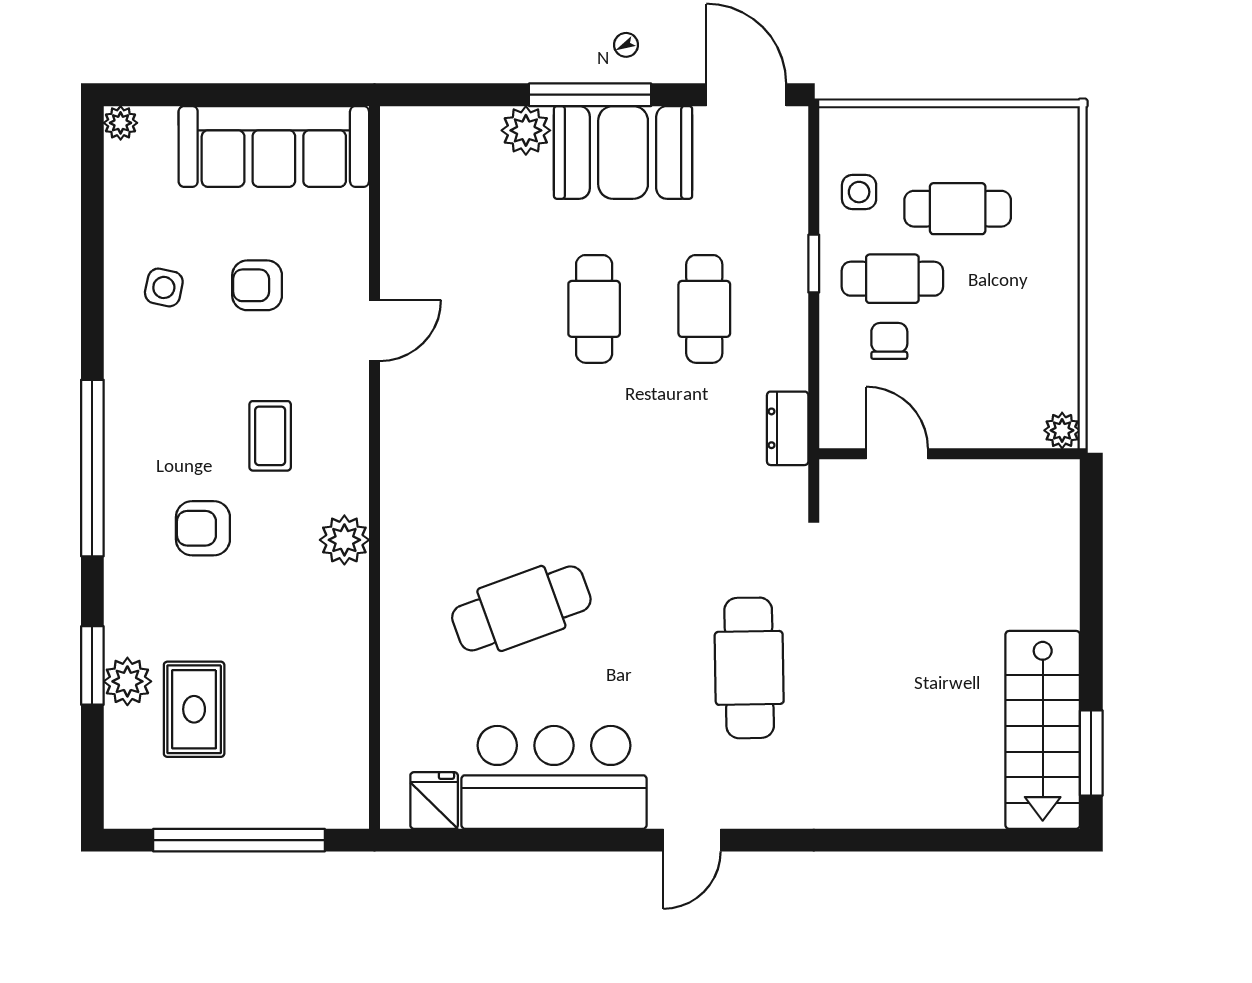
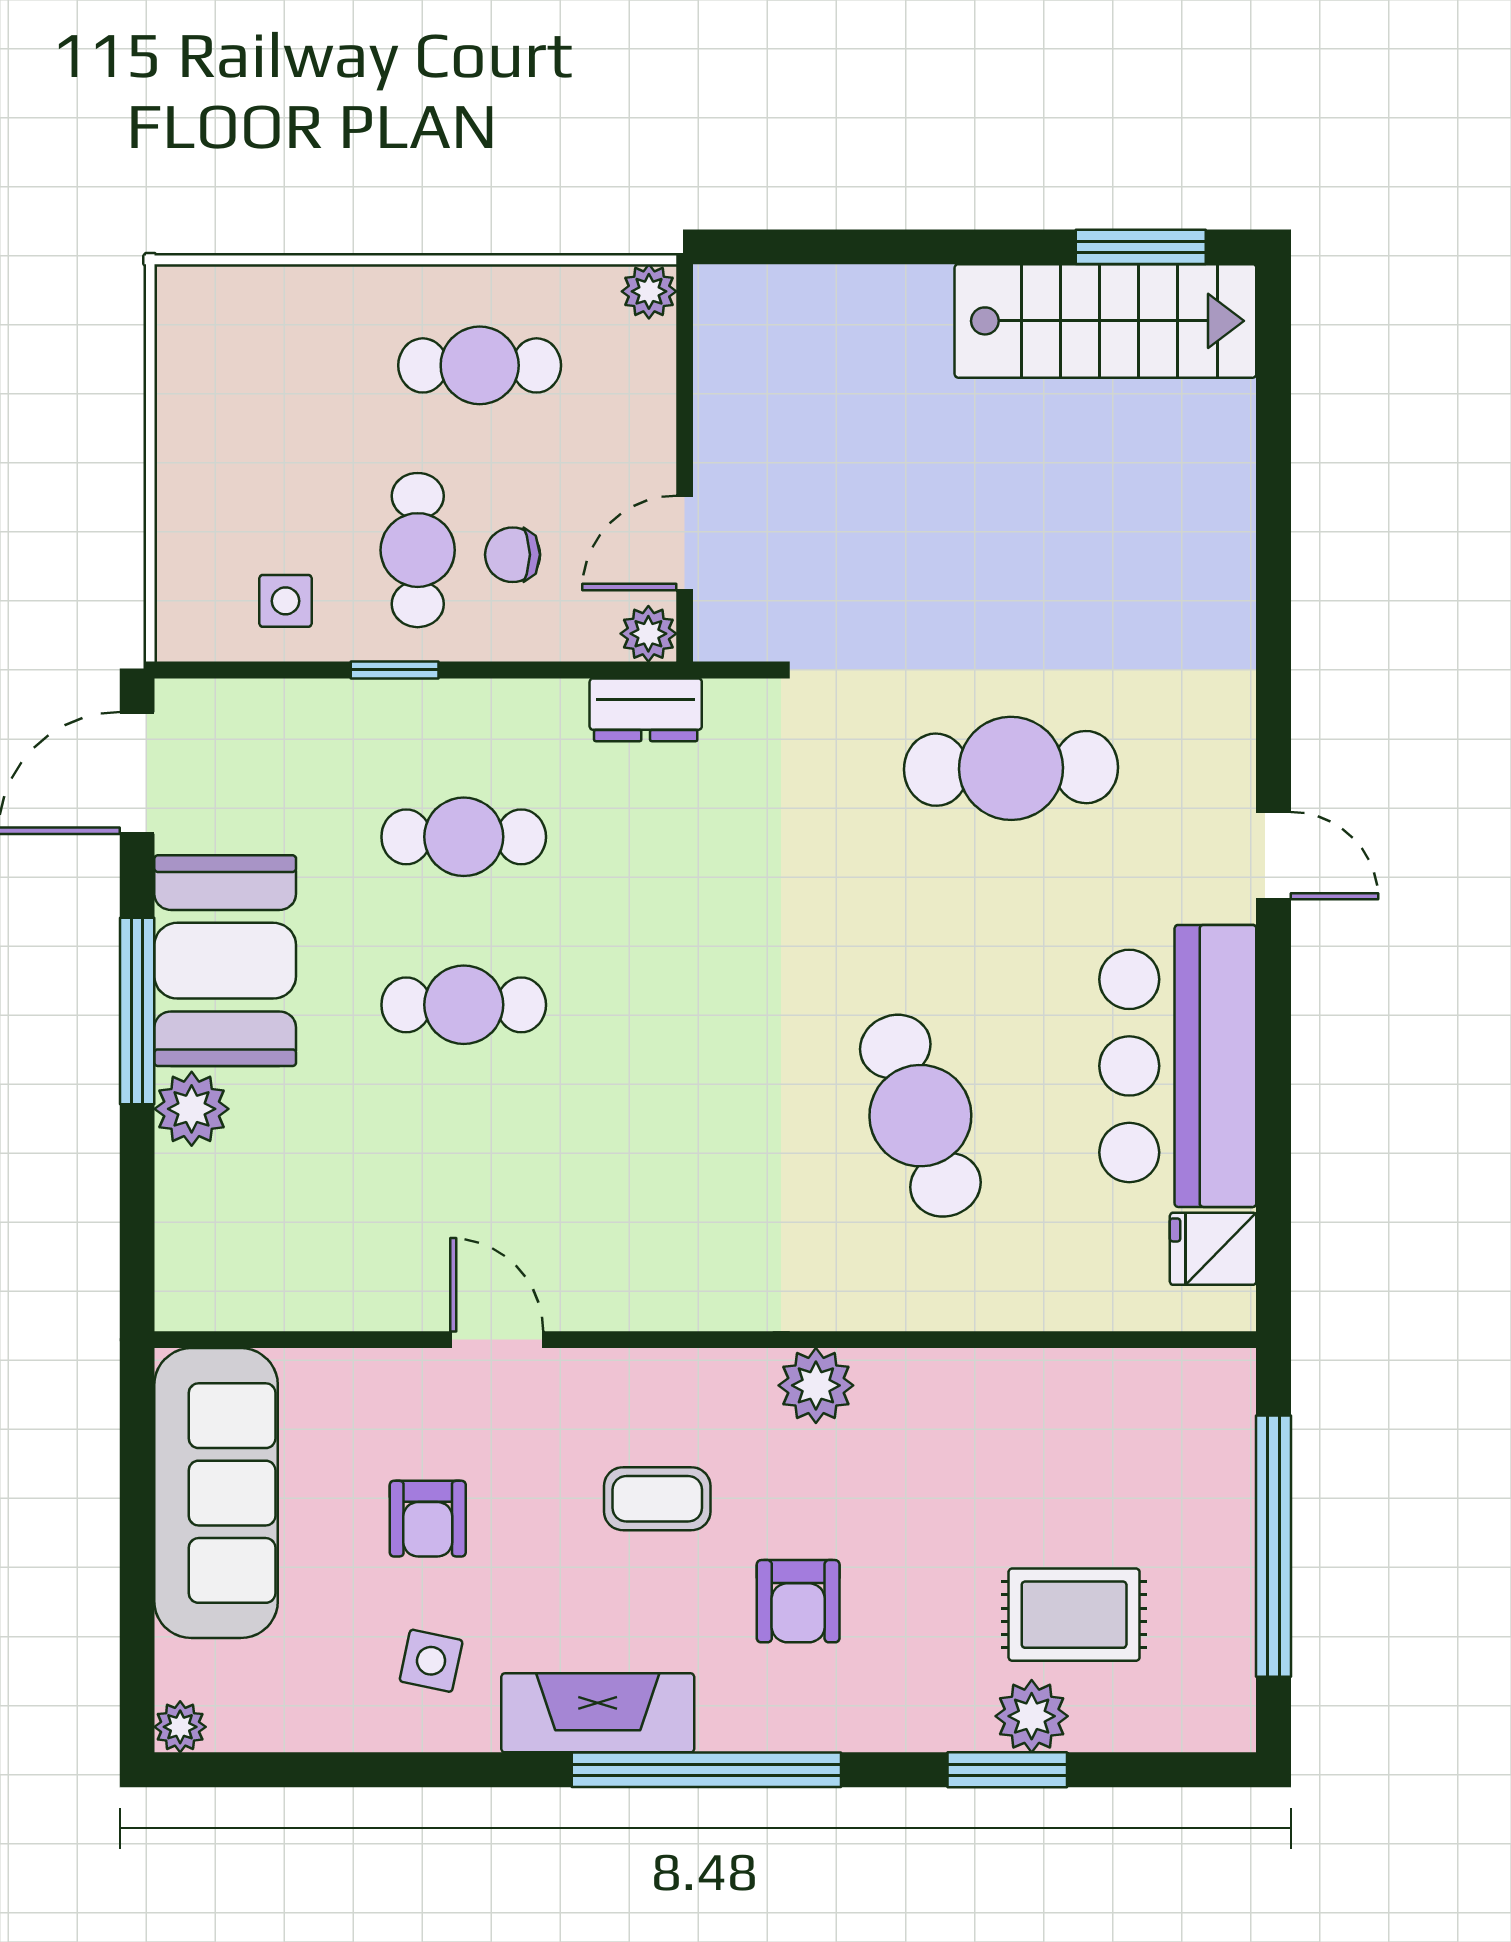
cafe table: (958, 209) -> (480, 365), moved, turned 90
fireplace: (130, 397) -> (598, 1713), added
plant: (837, 430) -> (648, 634), added

